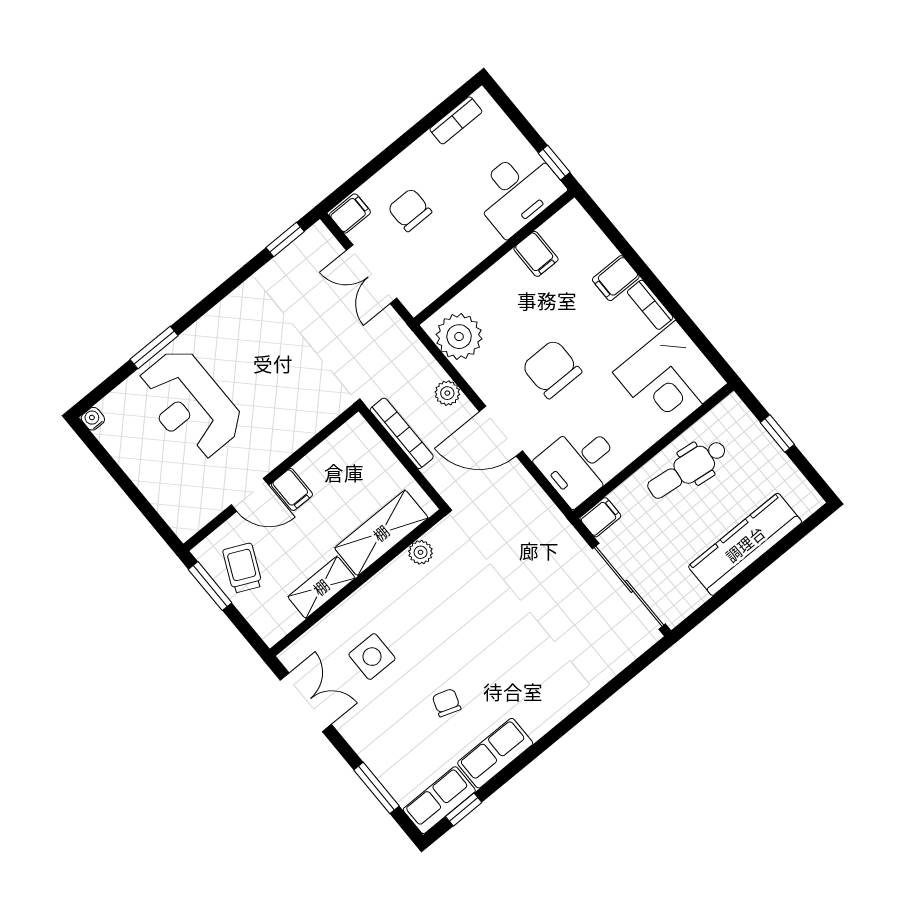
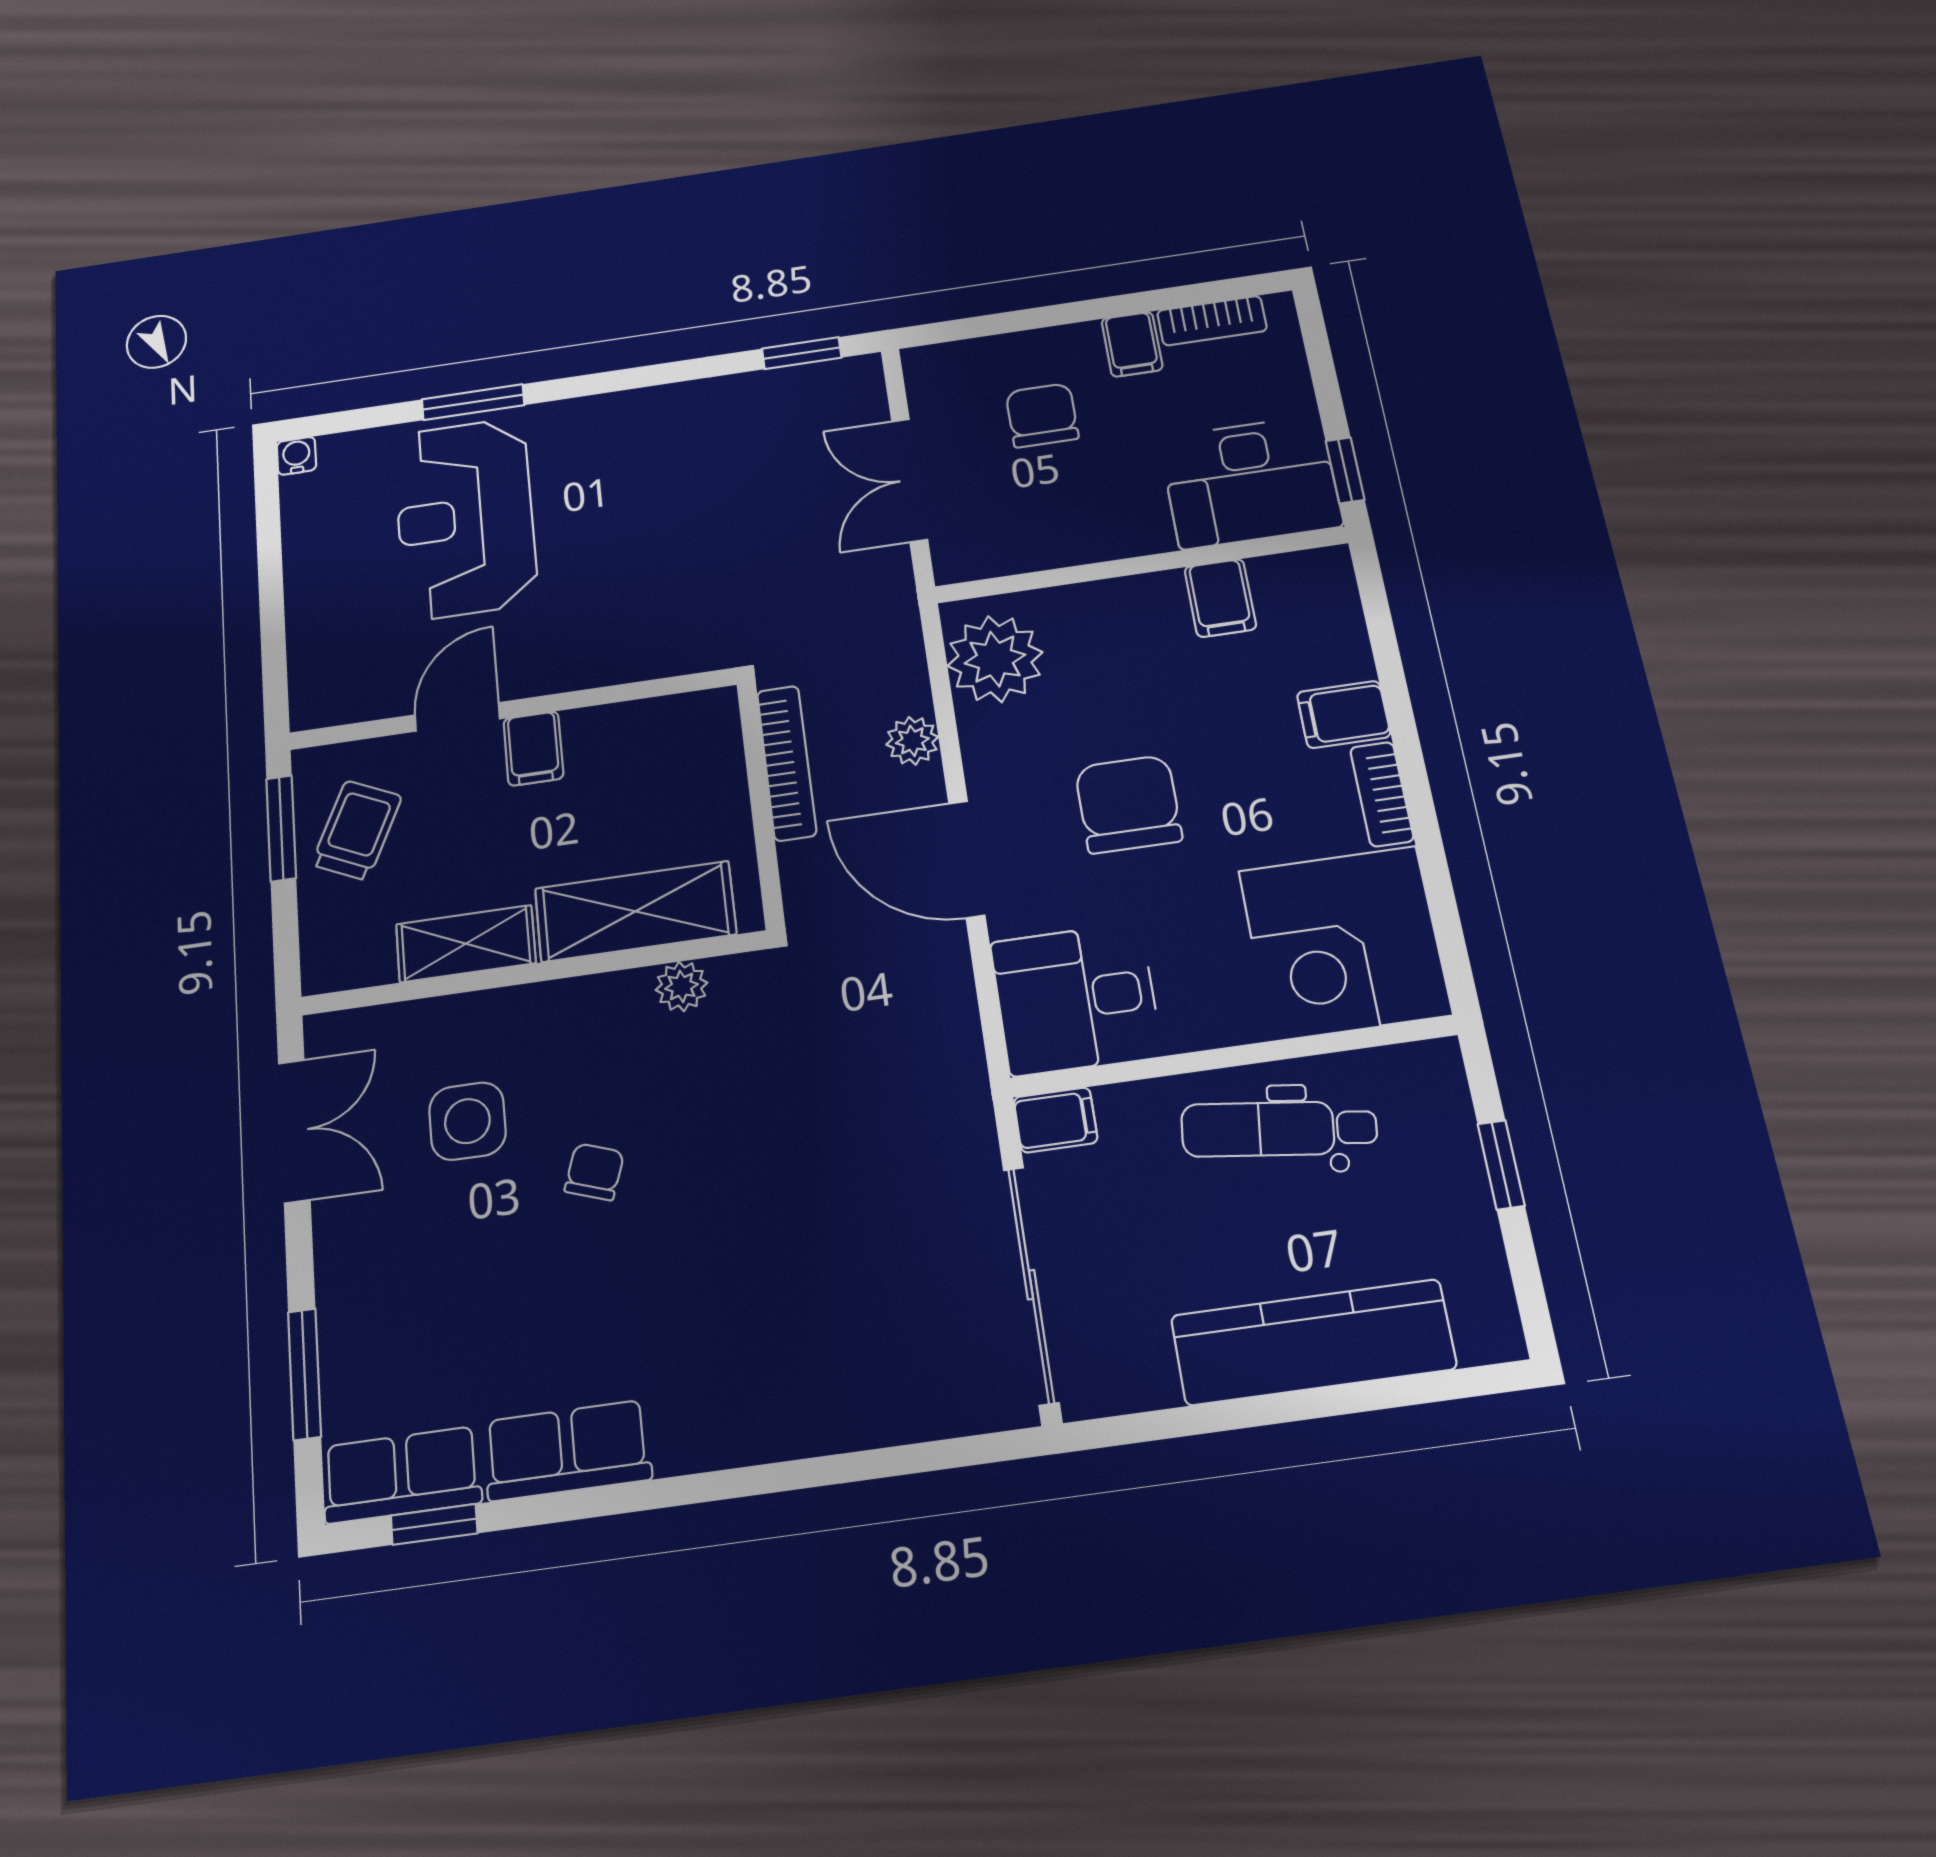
filing cabinet: (350, 213) -> (1132, 344), moved, turned 90
door: (250, 495) -> (457, 717), swing flipped
chair: (447, 703) -> (594, 1172), moved

